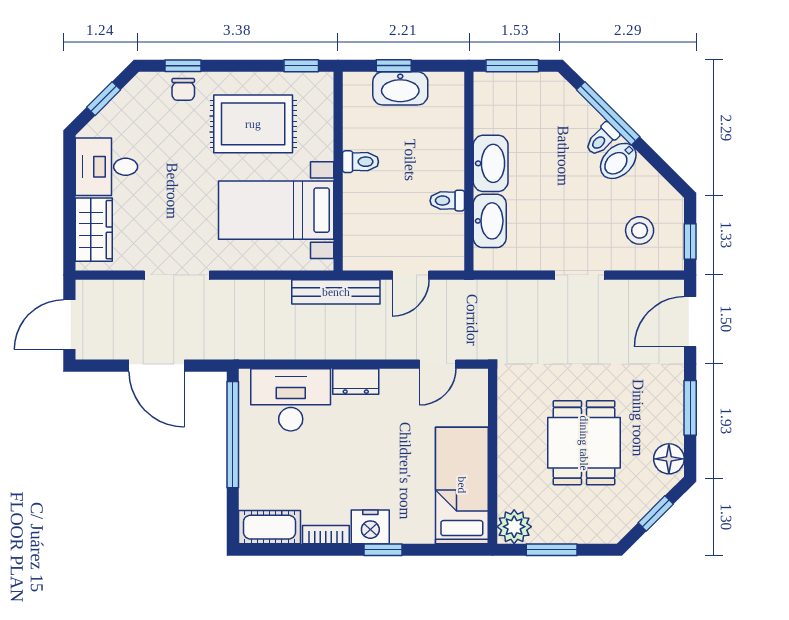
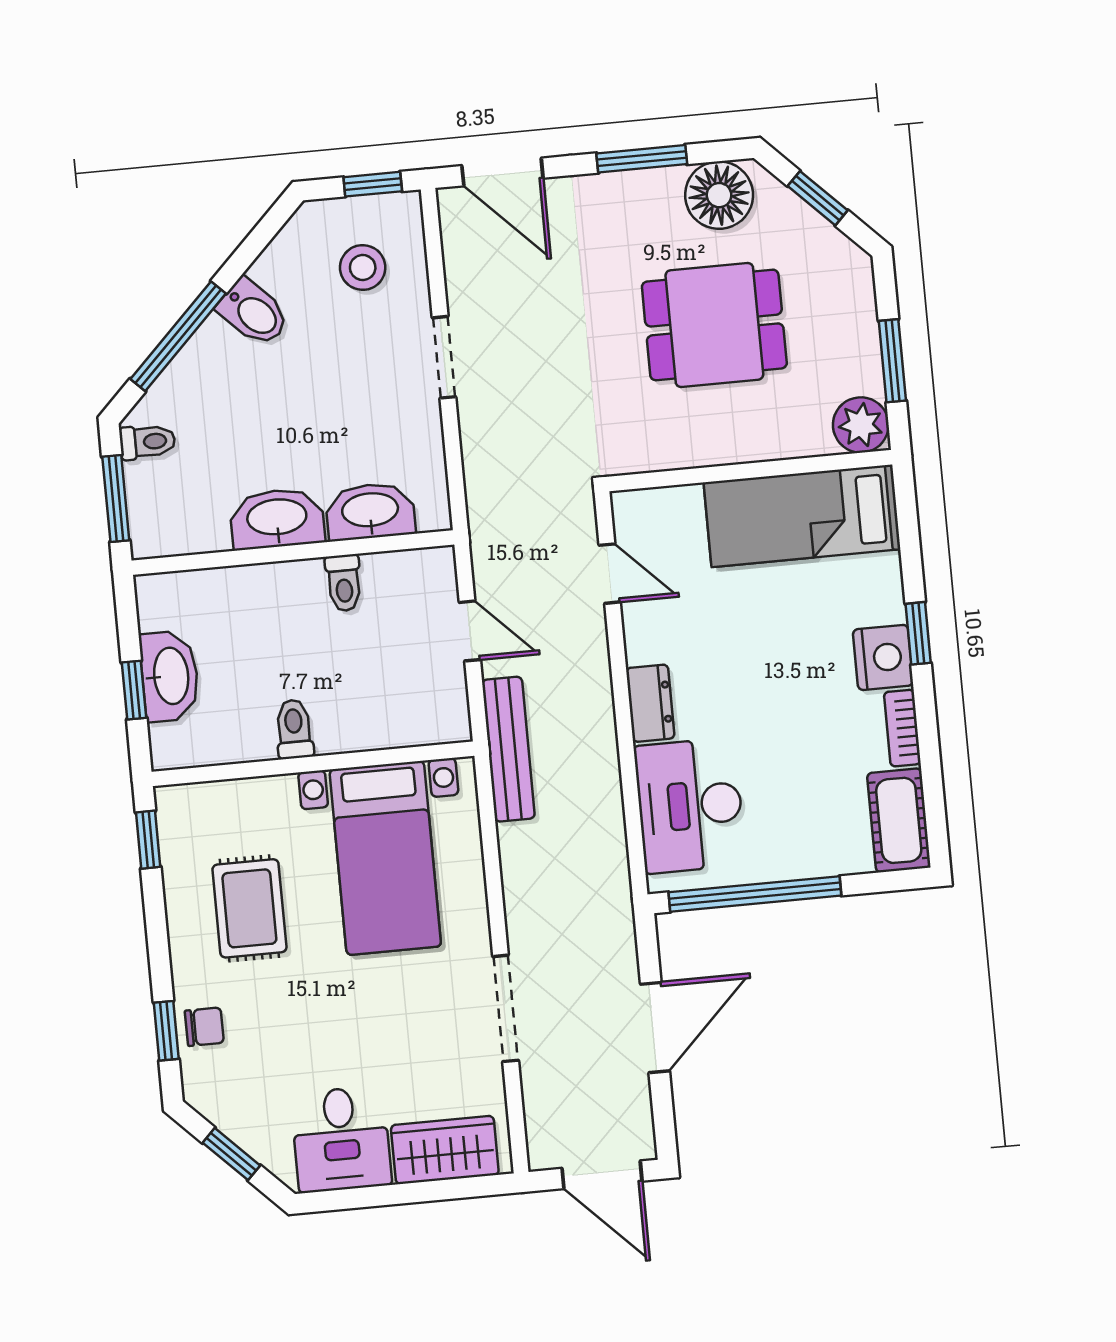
rug: (253, 124) -> (249, 908), width x0.73, depth x0.70
toilet: (602, 139) -> (147, 442), moved, turned -45
floor lamp: (669, 459) -> (719, 195), width x1.38, depth x1.38

